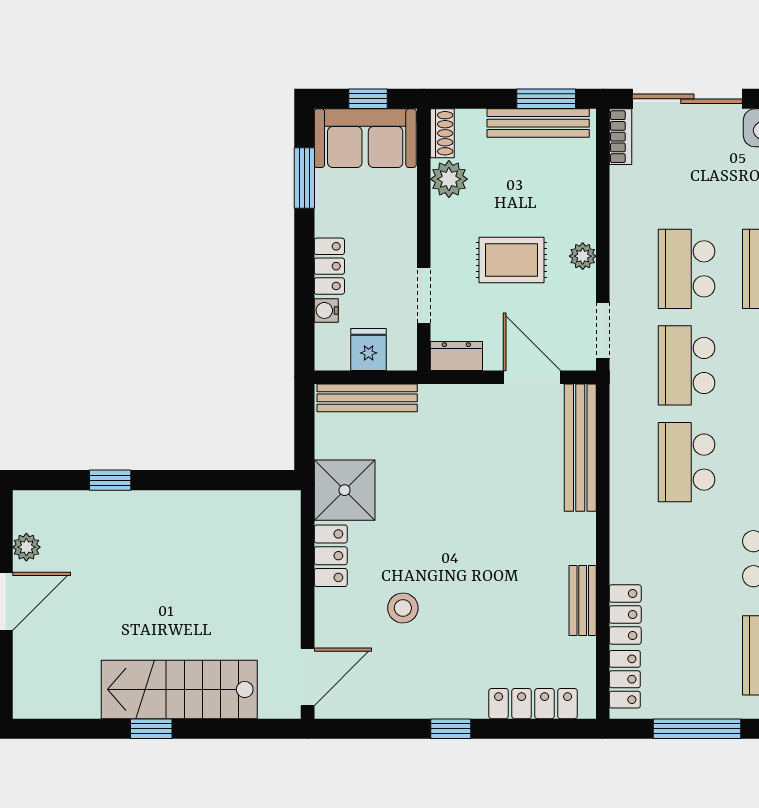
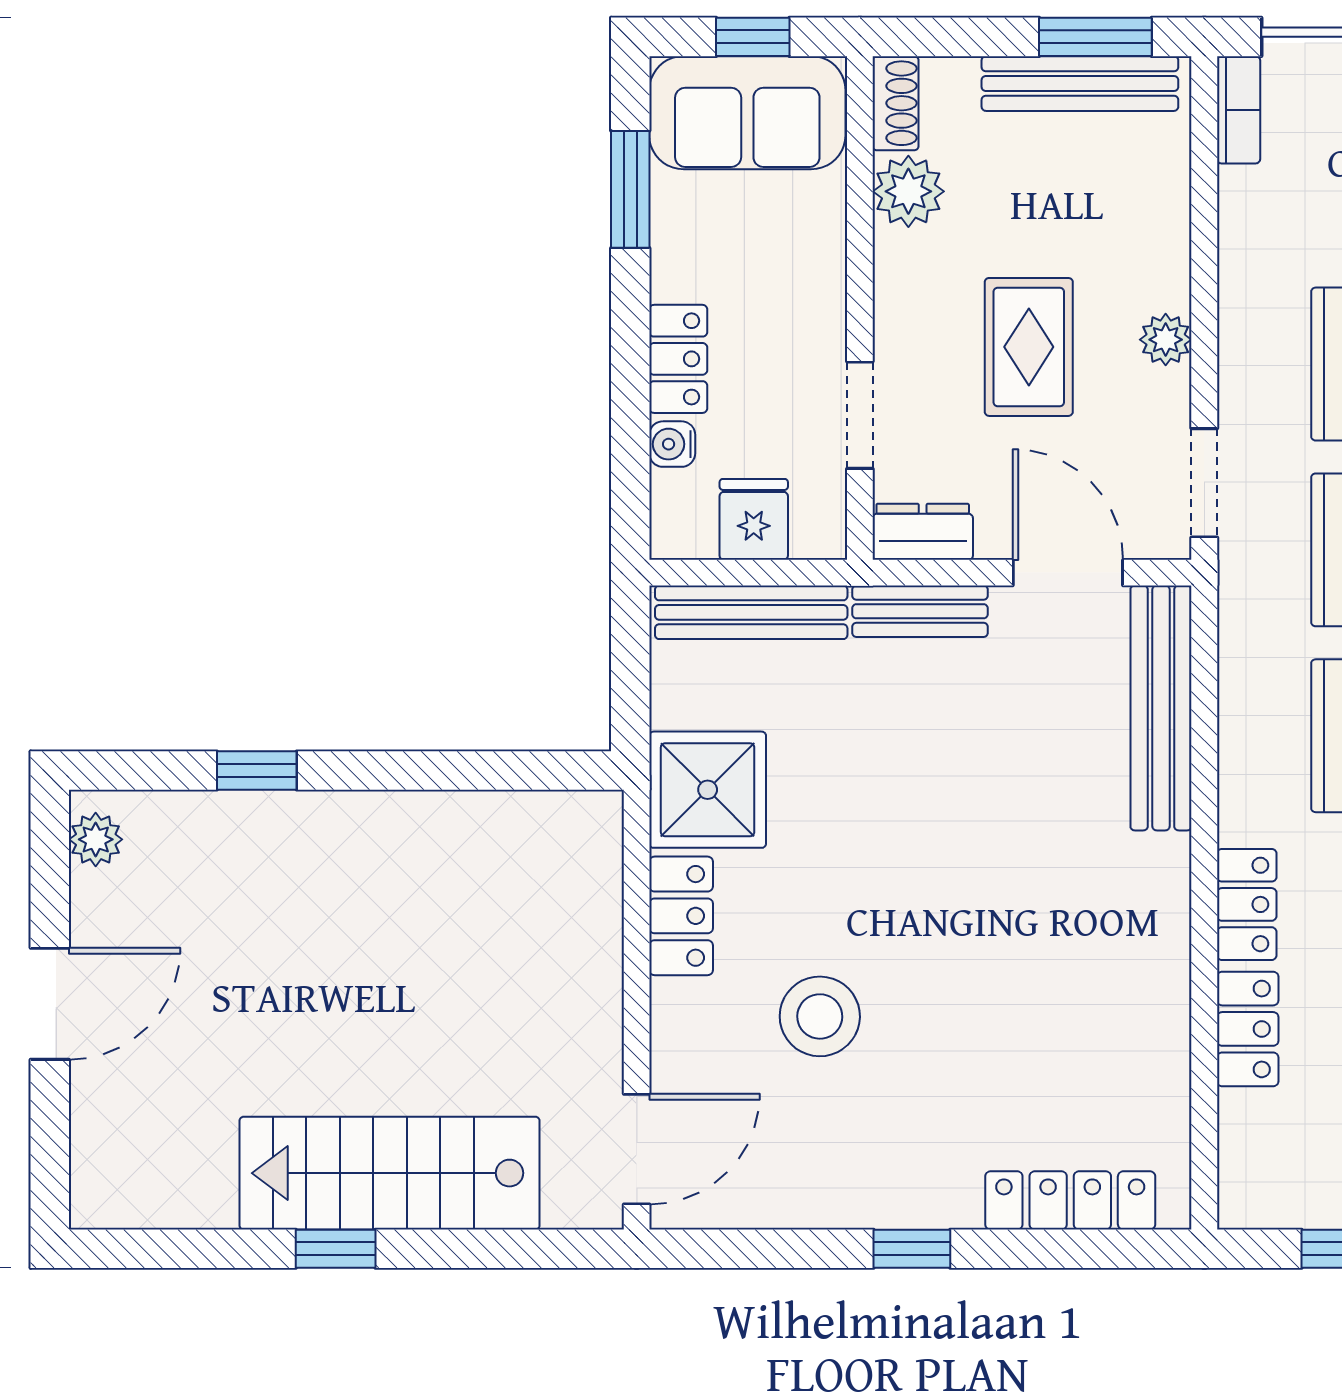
rug: (512, 260) -> (1029, 347), turned 90
plant: (26, 547) -> (96, 839), moved
bench: (583, 601) -> (920, 611), moved, turned 90
stool: (403, 608) -> (820, 1016), width x1.38, depth x1.38
locker: (625, 679) -> (1247, 904), moved

